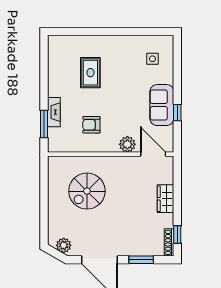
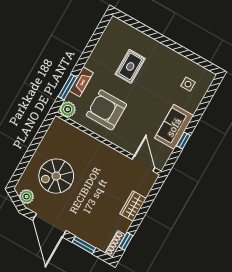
armchair: (91, 125) -> (106, 110), width x1.88, depth x1.88
plant: (127, 144) -> (68, 109), moved
spiral stairs: (87, 191) -> (56, 176), moved

